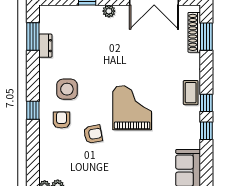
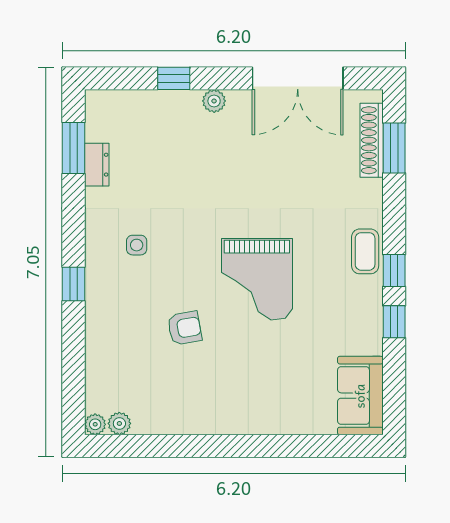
side table: (67, 89) -> (137, 245), width x0.54, depth x0.54
grand piano: (132, 108) -> (257, 279), turned 180
armchair: (62, 120) -> (127, 302), removed

